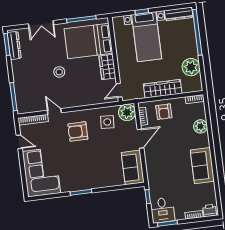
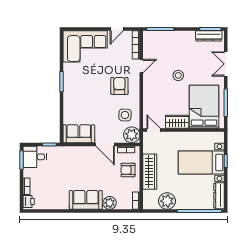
sofa: (202, 166) -> (86, 200), moved

